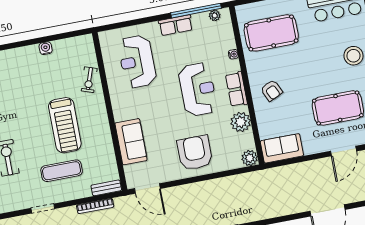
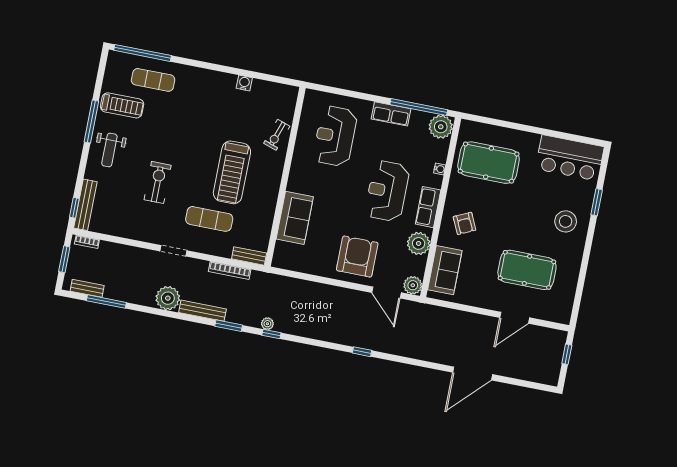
plant: (215, 15) -> (441, 127), width x1.87, depth x1.87
reception desk: (198, 89) -> (387, 191), turned 180
sofa: (282, 148) -> (445, 270), moved, turned 90
door: (147, 189) -> (386, 293), moved

